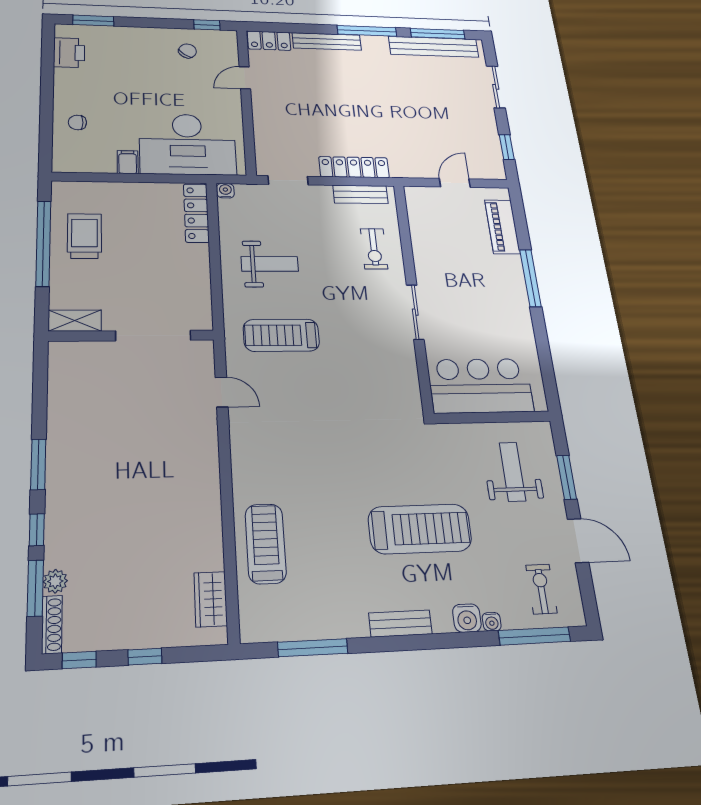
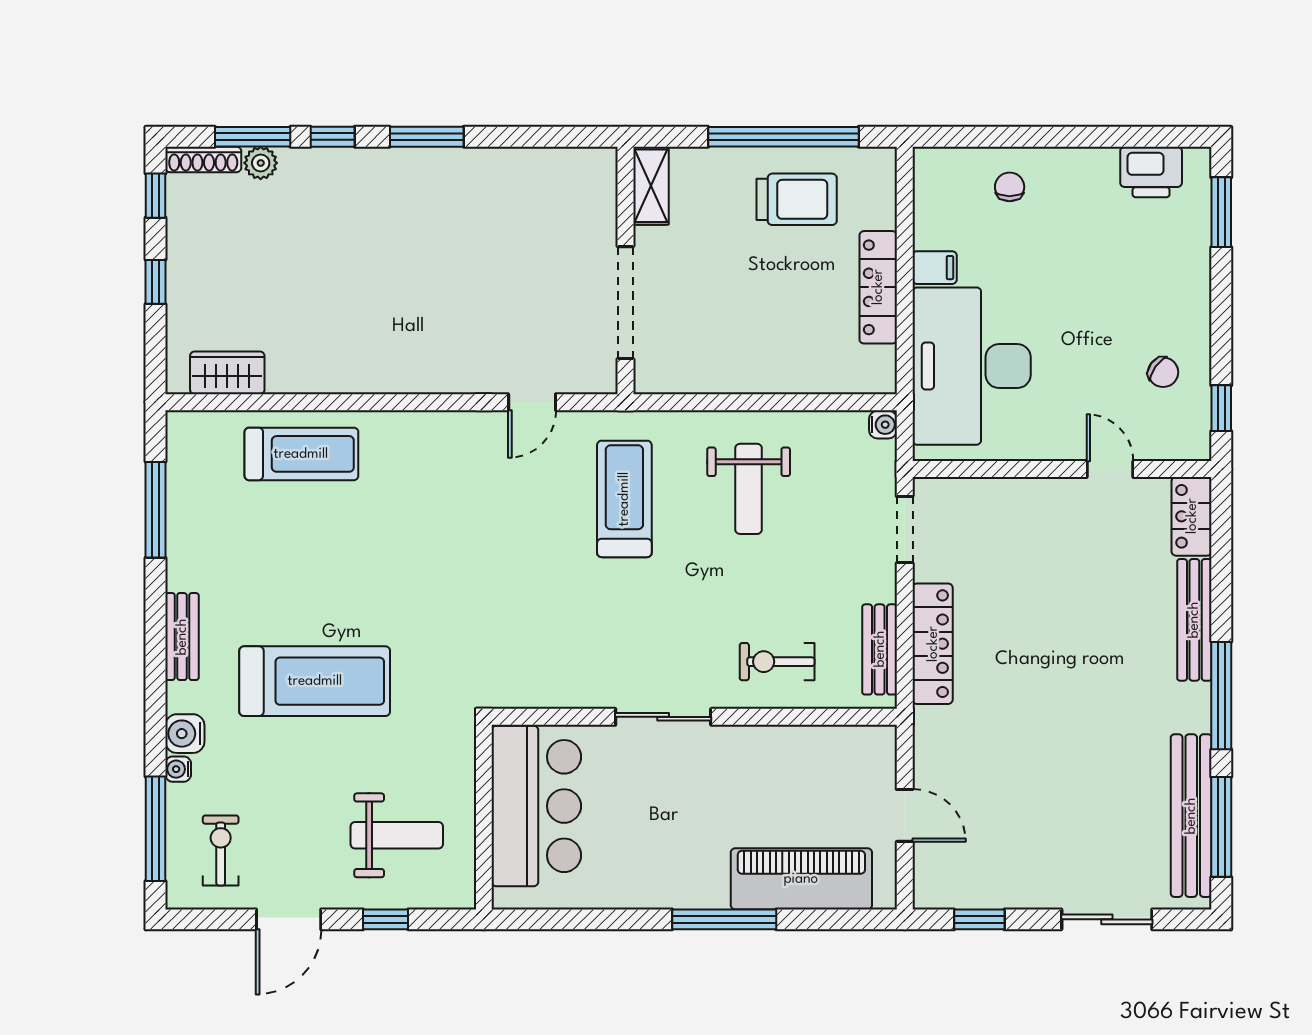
locker: (196, 213) -> (878, 287), moved, turned -90
piano: (502, 227) -> (801, 879), width x1.37, depth x1.33
window: (567, 477) -> (386, 919), width x0.67
treadmill: (420, 529) -> (315, 681), turned -90
exercise bike: (541, 589) -> (221, 850), turned -90

